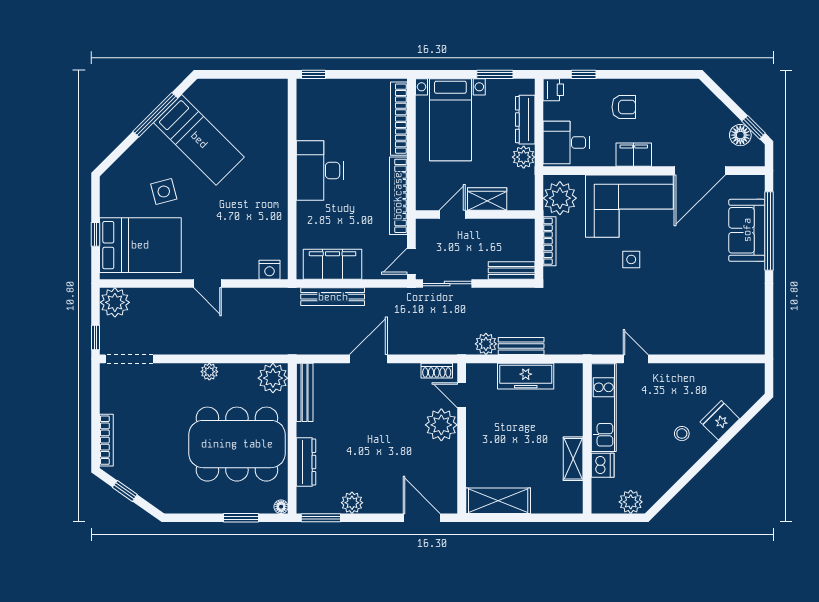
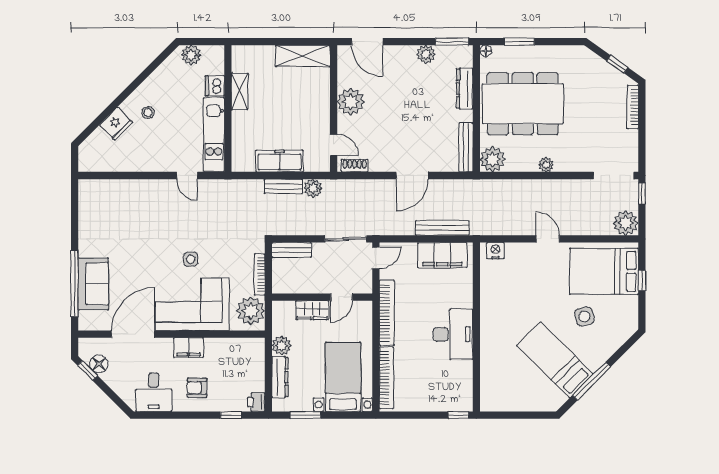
desk: (566, 143) -> (154, 392), moved, turned 90
plant: (441, 425) -> (351, 102), moved

